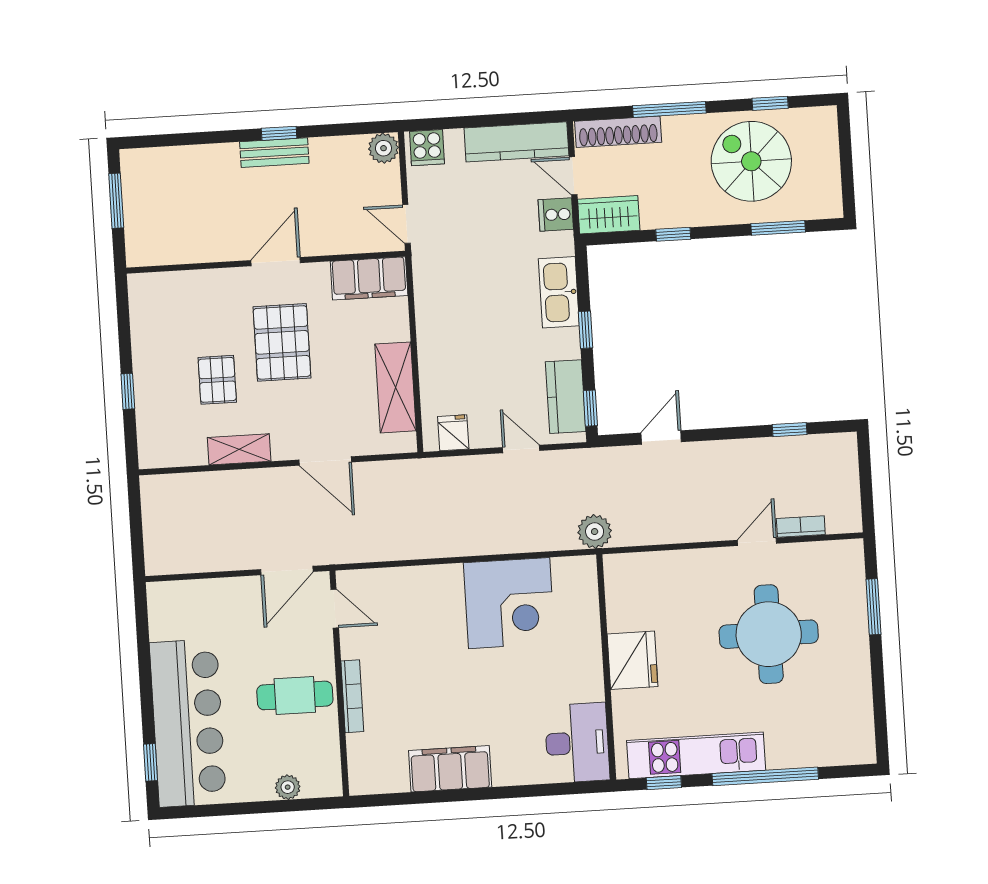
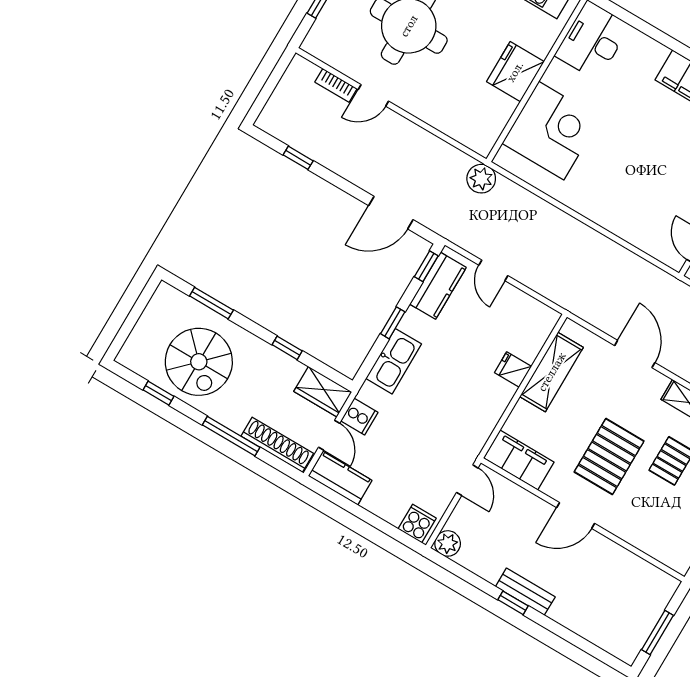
kitchen counter: (516, 142) -> (340, 478), width x0.67
fridge: (453, 433) -> (513, 370), moved, turned 90
door: (661, 437) -> (391, 213), width x1.38
corner desk: (509, 603) -> (551, 131), moved, turned 90

